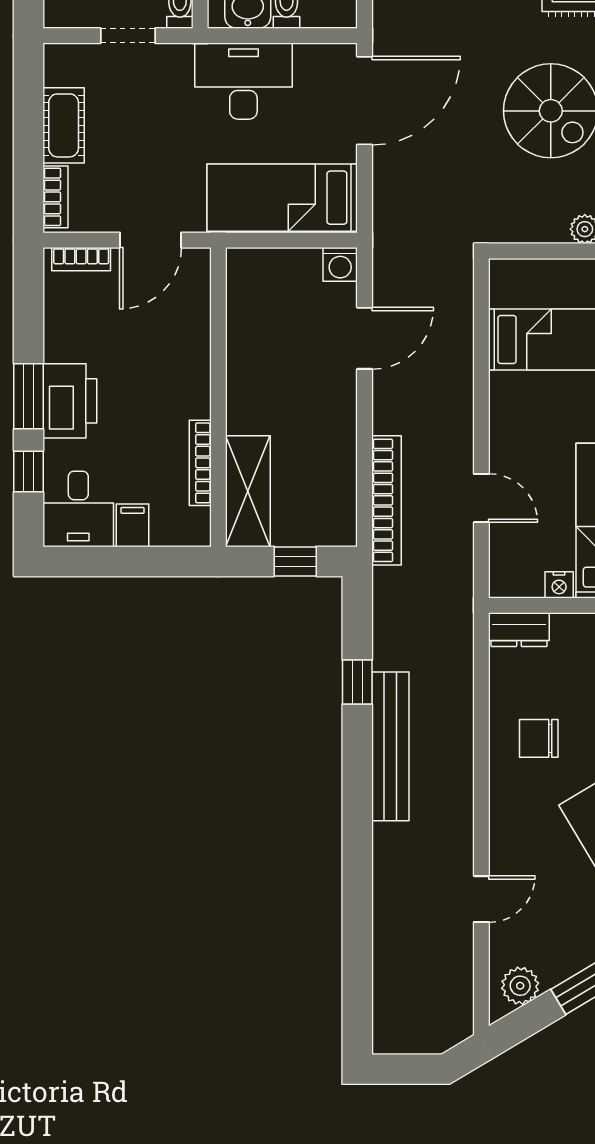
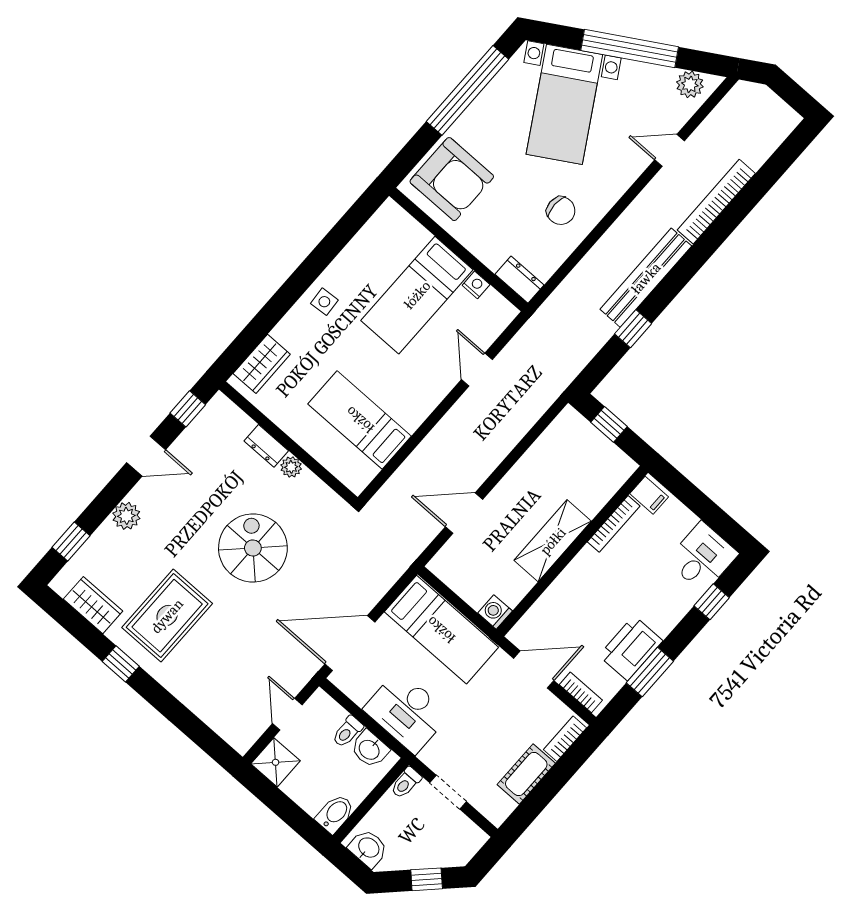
washing machine: (340, 264) -> (495, 612), moved, turned -90
window: (28, 396) -> (650, 672), moved
printer: (70, 401) -> (631, 648), moved
shelving: (248, 491) -> (553, 541), moved
bookcase: (387, 500) -> (716, 202), moved
filing cabinet: (132, 525) -> (649, 495), moved, turned -90

